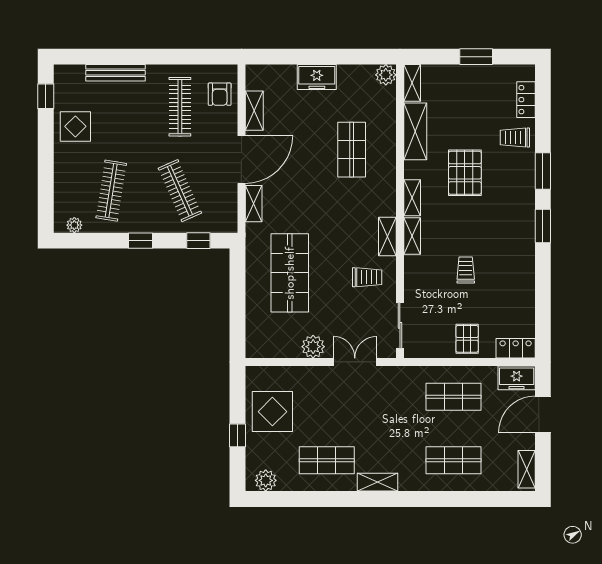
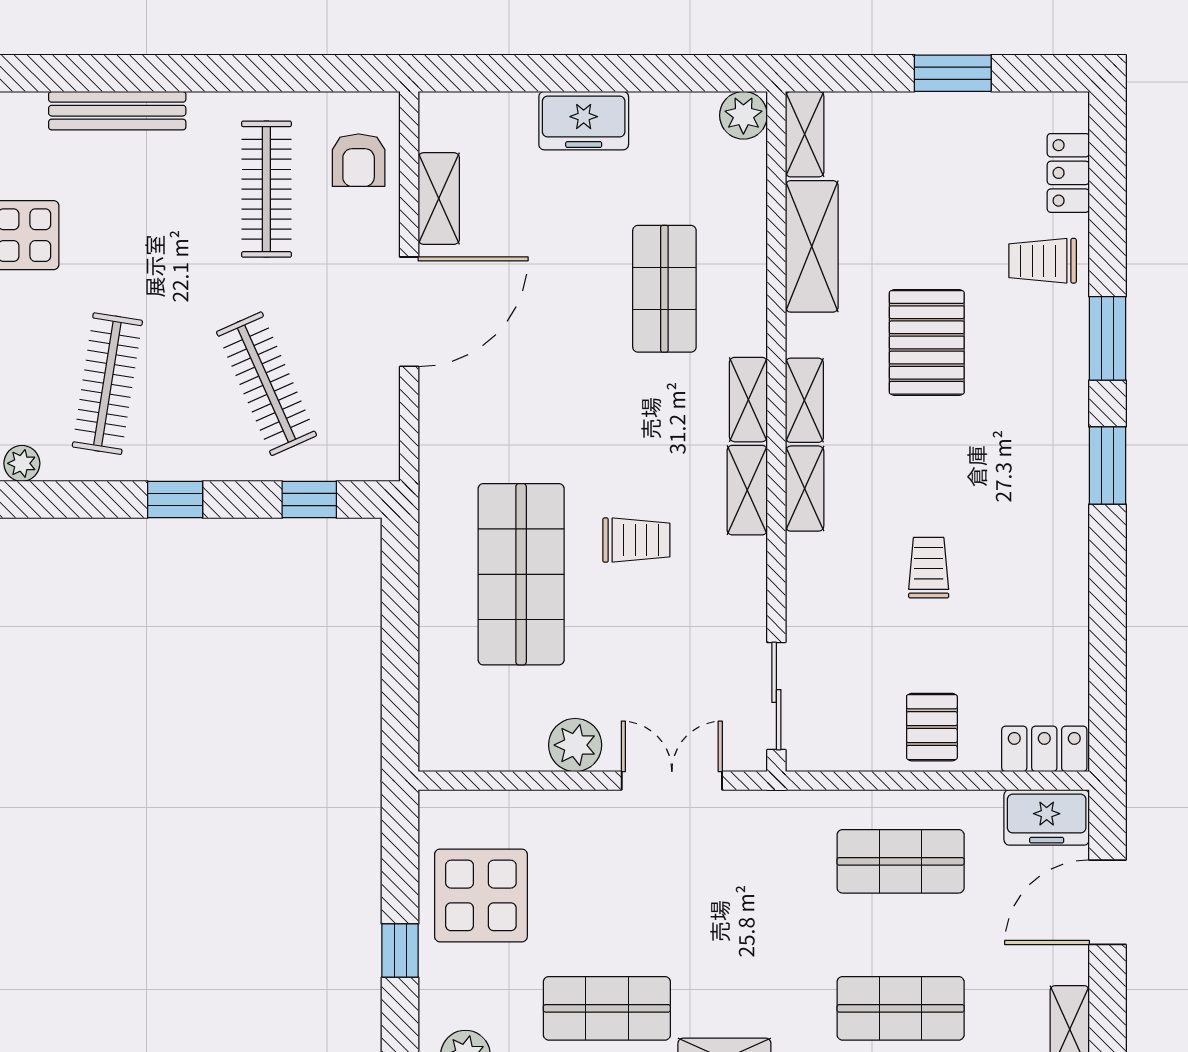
shelving: (254, 204) -> (748, 400), moved
trolley: (367, 277) -> (636, 540), moved

